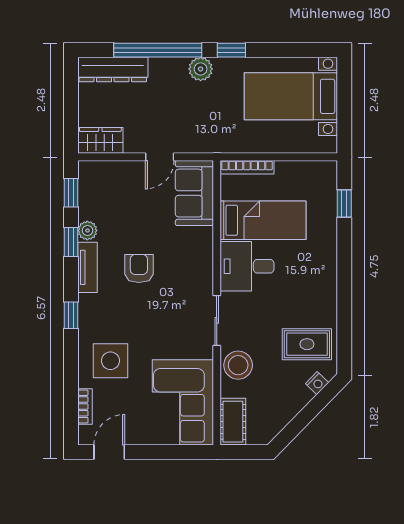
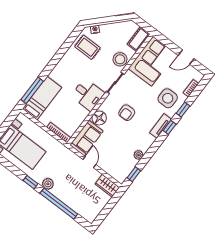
dresser: (113, 69) -> (82, 209), removed
door: (160, 157) -> (89, 162), hinge flipped
window: (344, 203) -> (32, 90), width x2.17
bed: (263, 220) -> (42, 98), moved, turned 90
window: (71, 242) -> (183, 110), moved
floor lamp: (199, 242) -> (99, 118), added
tv unit: (87, 267) -> (161, 126), moved
armchair: (139, 268) -> (127, 113), moved
door: (109, 452) -> (186, 57), moved

